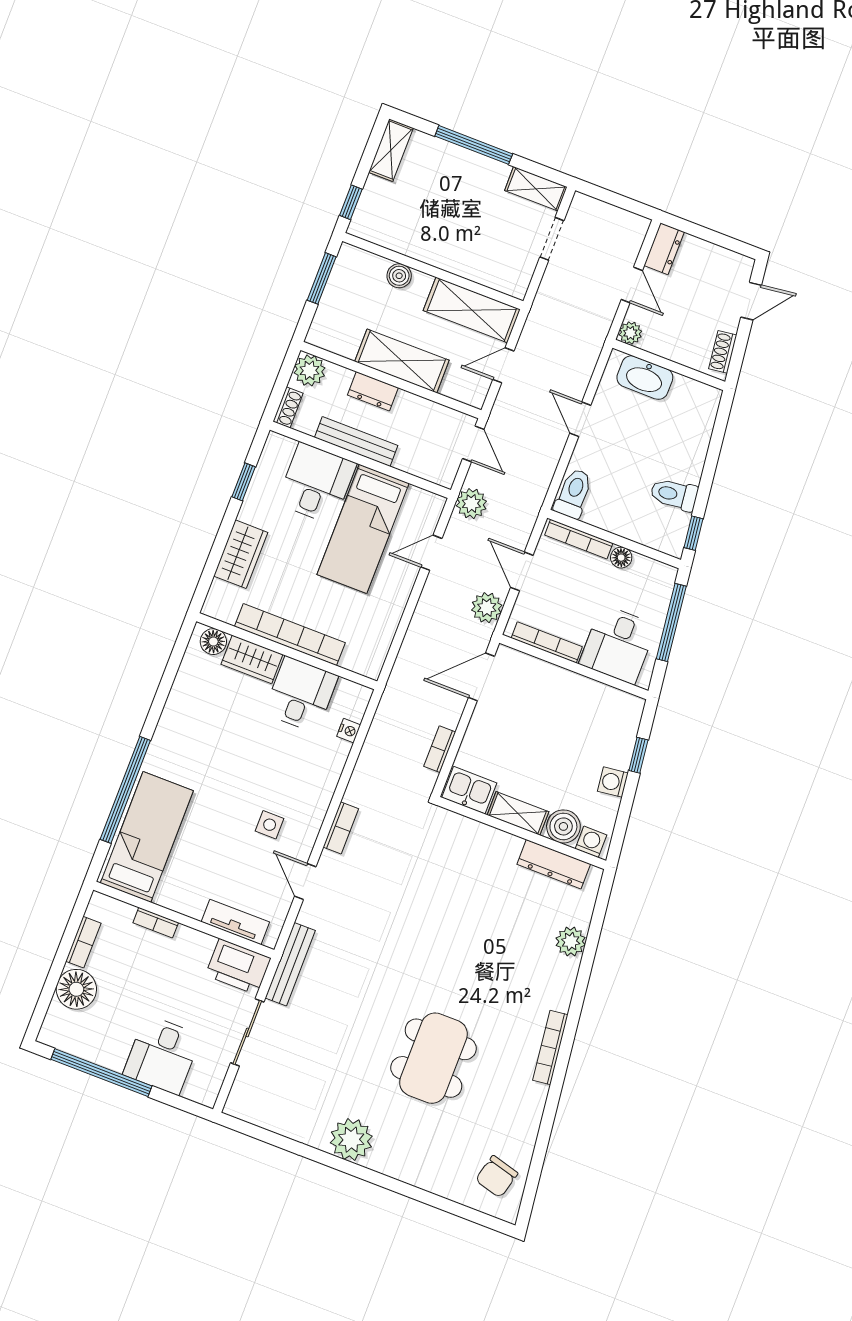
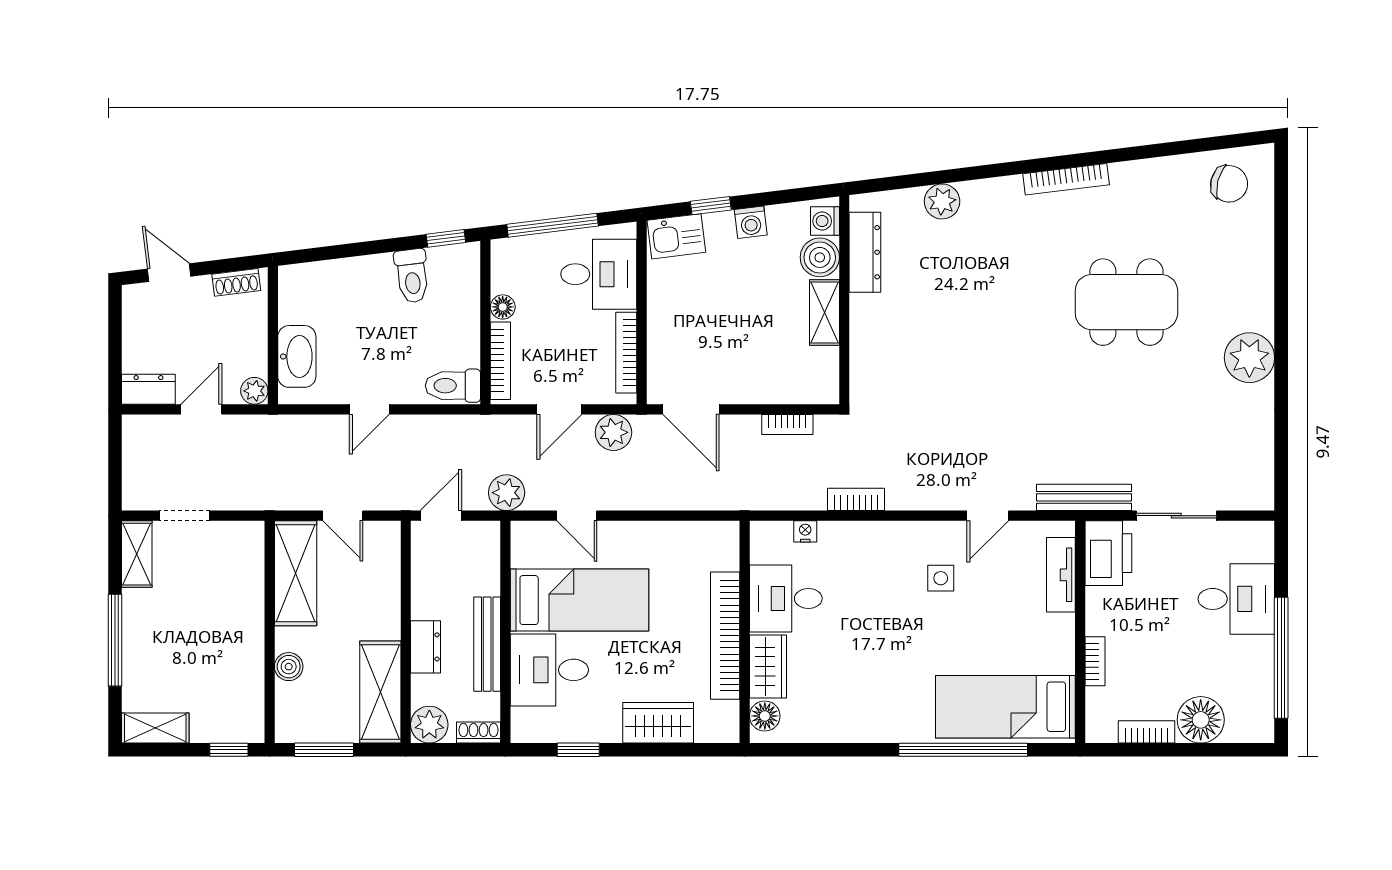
shelving: (402, 361) -> (380, 692), moved
kitchen sink: (469, 790) -> (676, 236), moved, turned -97
bookcase: (341, 828) -> (856, 499), moved

